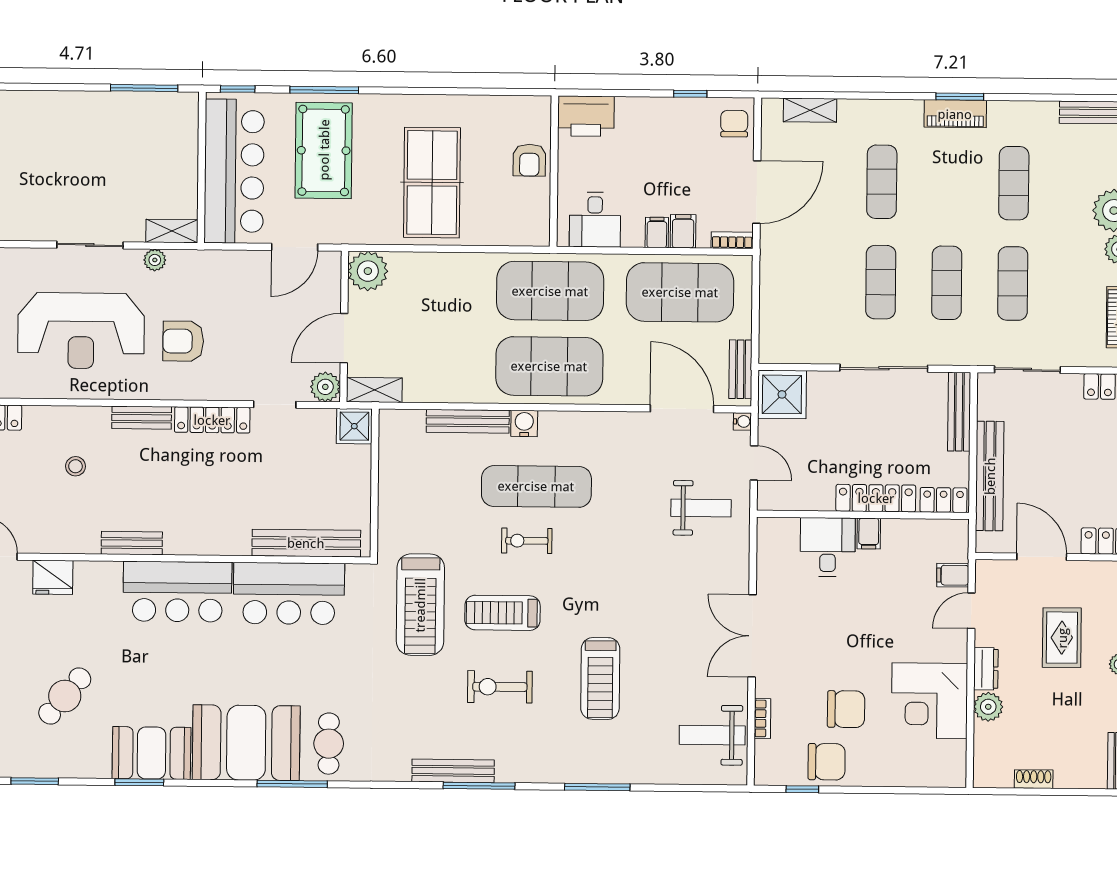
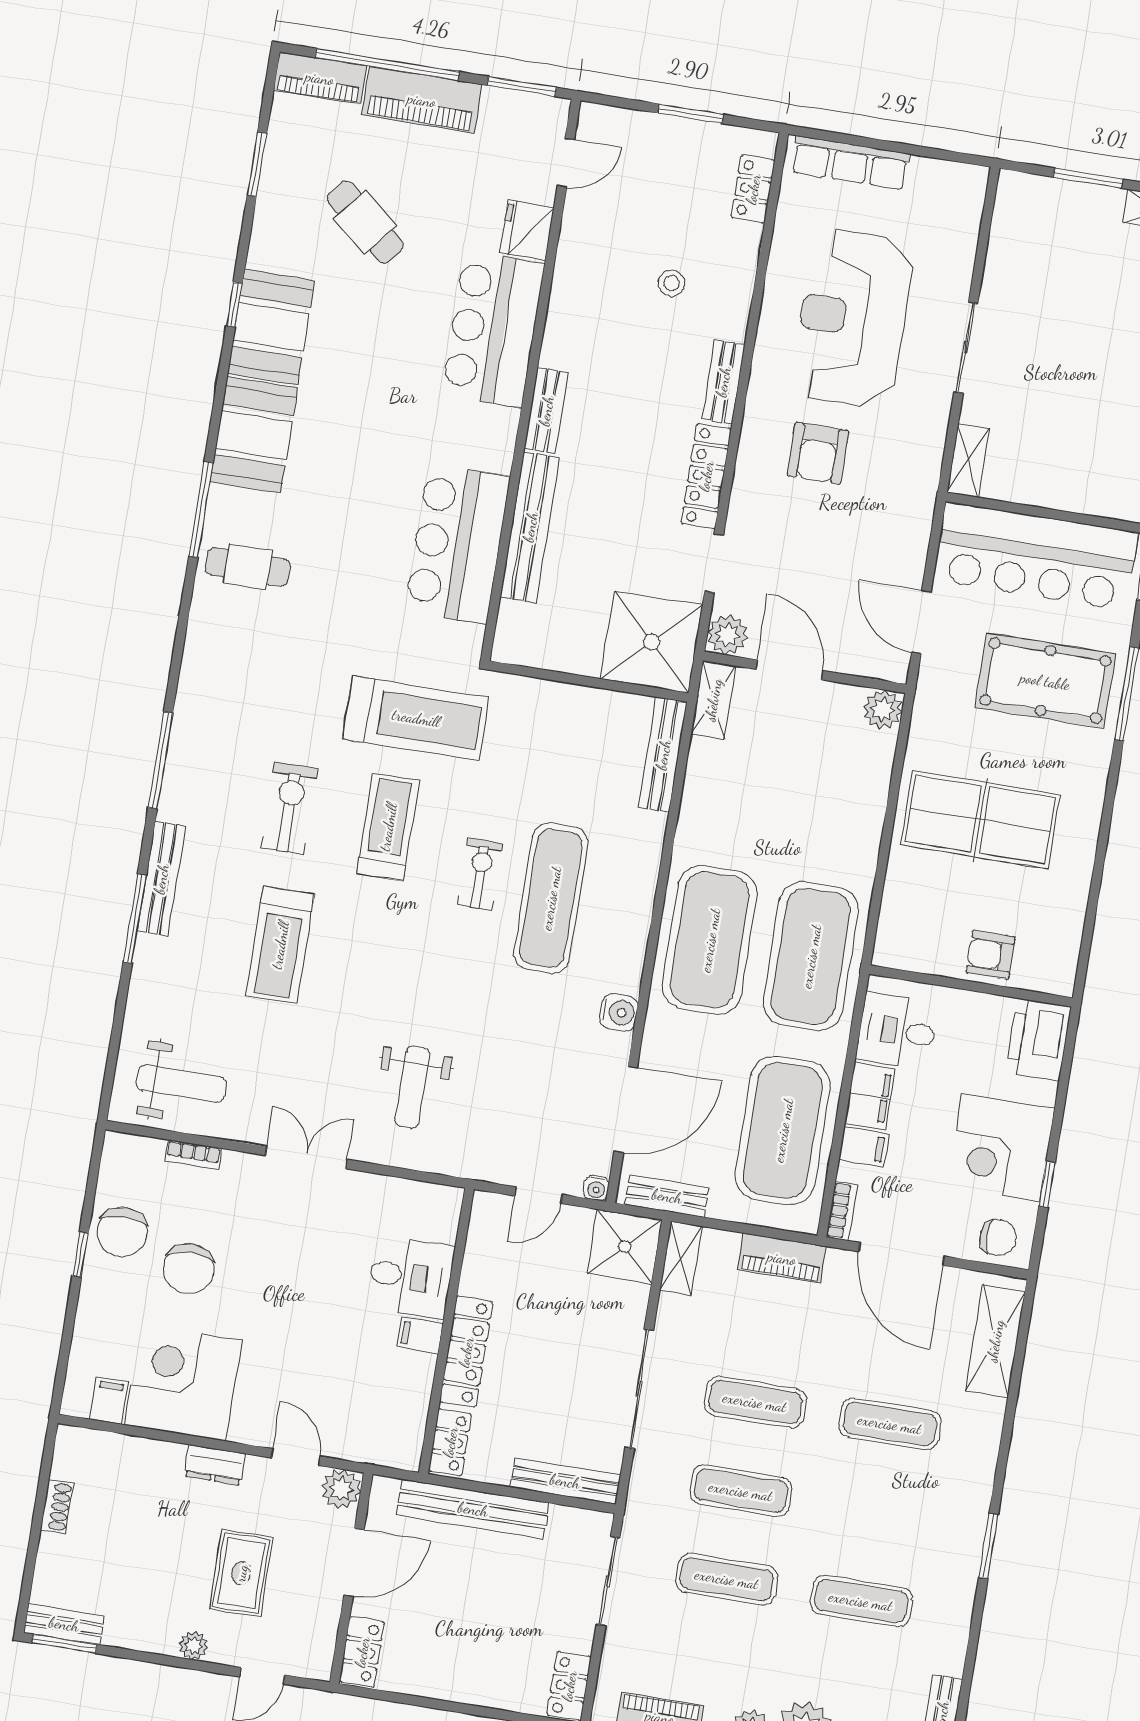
shelving: (810, 110) -> (995, 1341), width x1.50, depth x1.33
piano: (955, 114) -> (782, 1258), moved, turned -90
corner desk: (669, 131) -> (1001, 1148), added
filing cabinet: (657, 232) -> (870, 1096), width x2.00
plant: (155, 260) -> (933, 432), removed
plant: (368, 271) -> (883, 709), width x0.73, depth x0.73
armchair: (183, 341) -> (818, 453), turned 180
shelving: (784, 352) -> (681, 1258), added
bench: (468, 421) -> (663, 755), moved
water cooler: (524, 423) -> (619, 1012), moved
shower: (354, 426) -> (652, 642), width x1.86, depth x1.86
weight bench: (701, 508) -> (412, 1087), moved
bench: (132, 543) -> (546, 411), moved
bench: (306, 543) -> (530, 527), moved
filing cabinet: (953, 575) -> (109, 1401), moved
bar counter: (177, 592) -> (493, 329), moved
treadmill: (420, 605) -> (416, 718), turned 180
double door: (752, 636) -> (306, 1157), width x0.73
rug: (1062, 638) -> (241, 1573), turned 90
treadmill: (600, 678) -> (280, 945), turned -90
plant: (988, 707) -> (341, 1489), moved
weight bench: (712, 735) -> (181, 1084), turned 90
booth: (246, 743) -> (254, 435), width x0.73, depth x0.70
bench: (453, 771) -> (161, 879), moved
window: (139, 782) -> (234, 305), width x0.67
window: (802, 789) -> (80, 1255), moved

